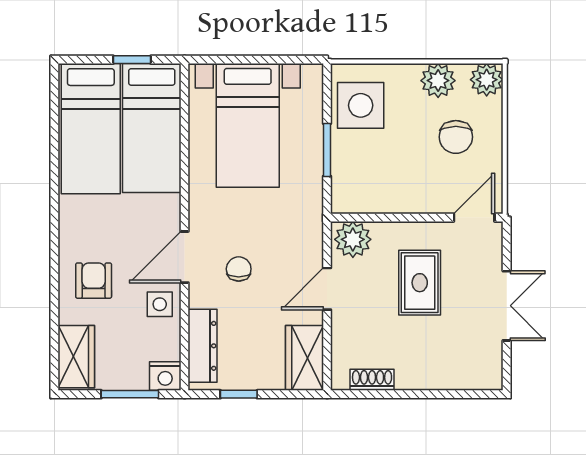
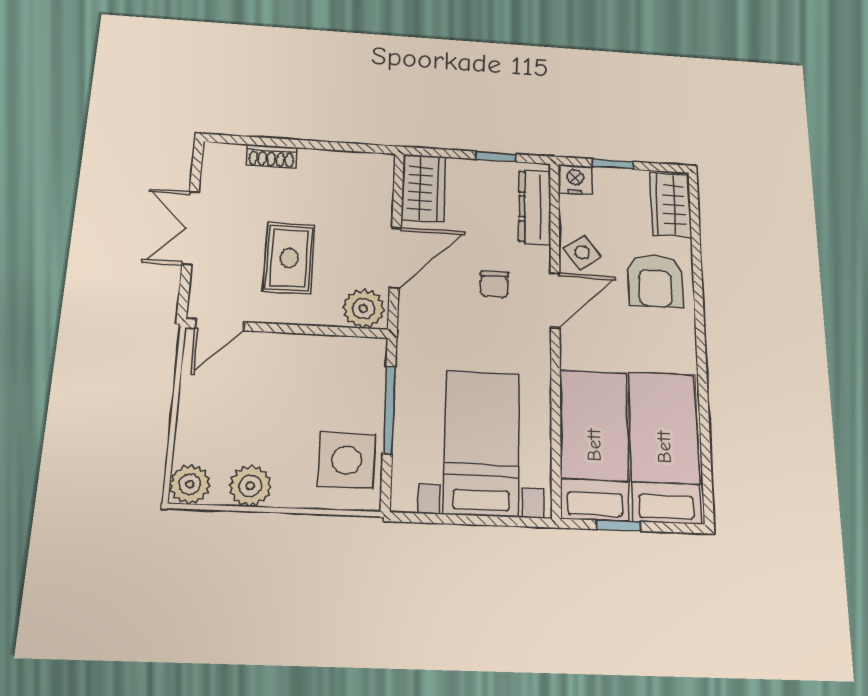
chair: (456, 137) -> (234, 418), removed
window: (327, 150) -> (389, 410), width x1.44
armchair: (94, 281) -> (655, 281), width x1.38, depth x1.38
door: (327, 289) -> (395, 258), width x1.38
side table: (160, 304) -> (582, 252), turned -37
shoe rack: (372, 380) -> (272, 156), moved
window: (130, 394) -> (613, 164), width x0.67

